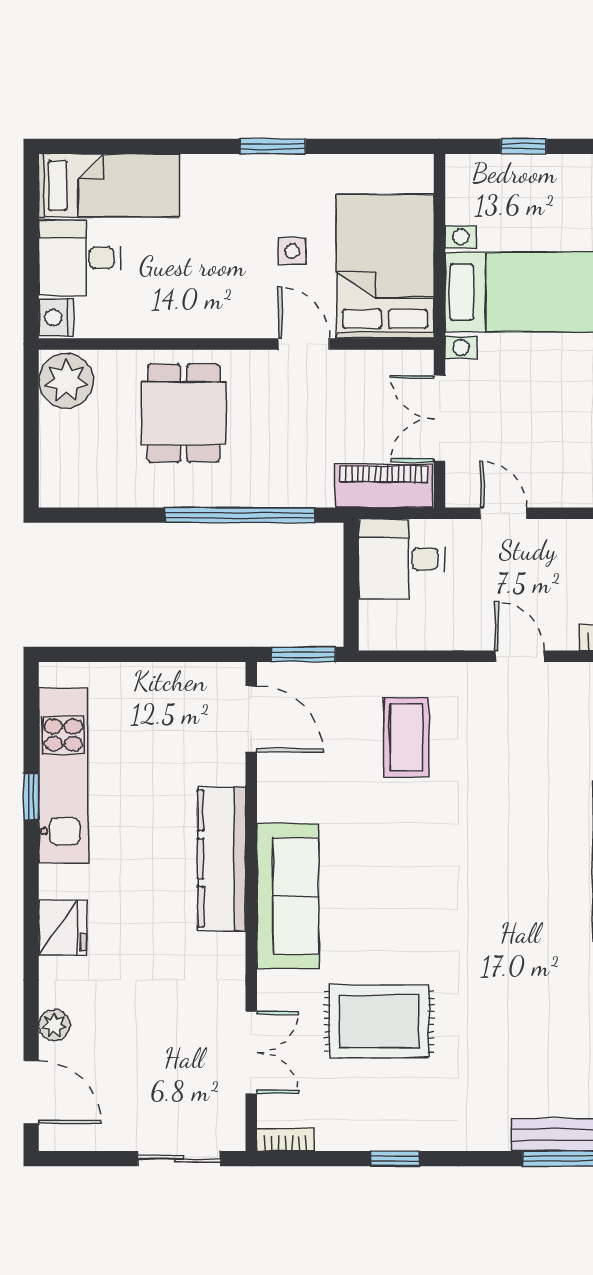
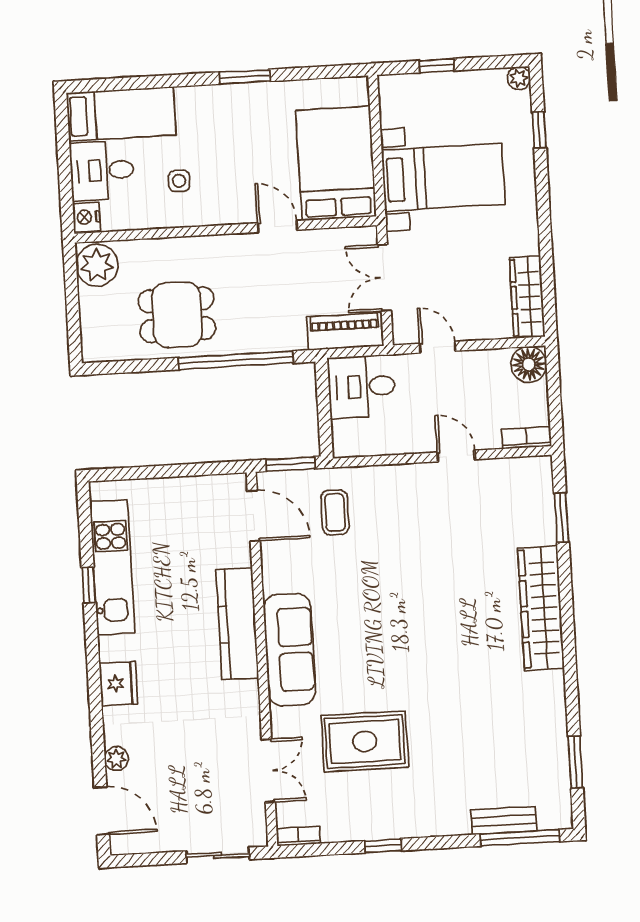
side table: (292, 251) -> (179, 181), moved
dining table: (184, 413) -> (177, 315), moved, turned 90
coffee table: (406, 737) -> (335, 512), moved, width x0.73, depth x0.77

